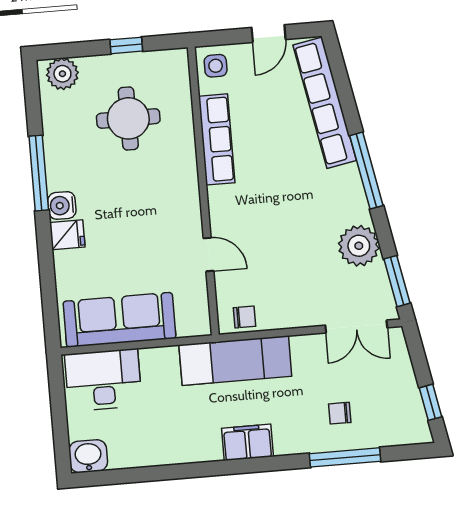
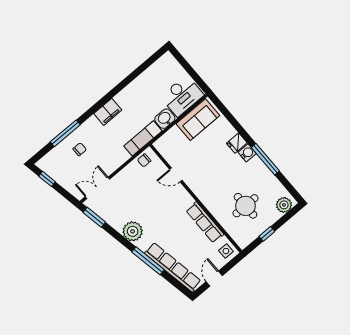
window: (366, 171) -> (148, 261), moved
plant: (359, 246) -> (133, 231), moved
sofa: (119, 320) -> (198, 120), width x0.73
exam couch: (235, 361) -> (143, 138), width x0.73, depth x0.69
washbasin: (88, 456) -> (165, 119), moved, turned 180

